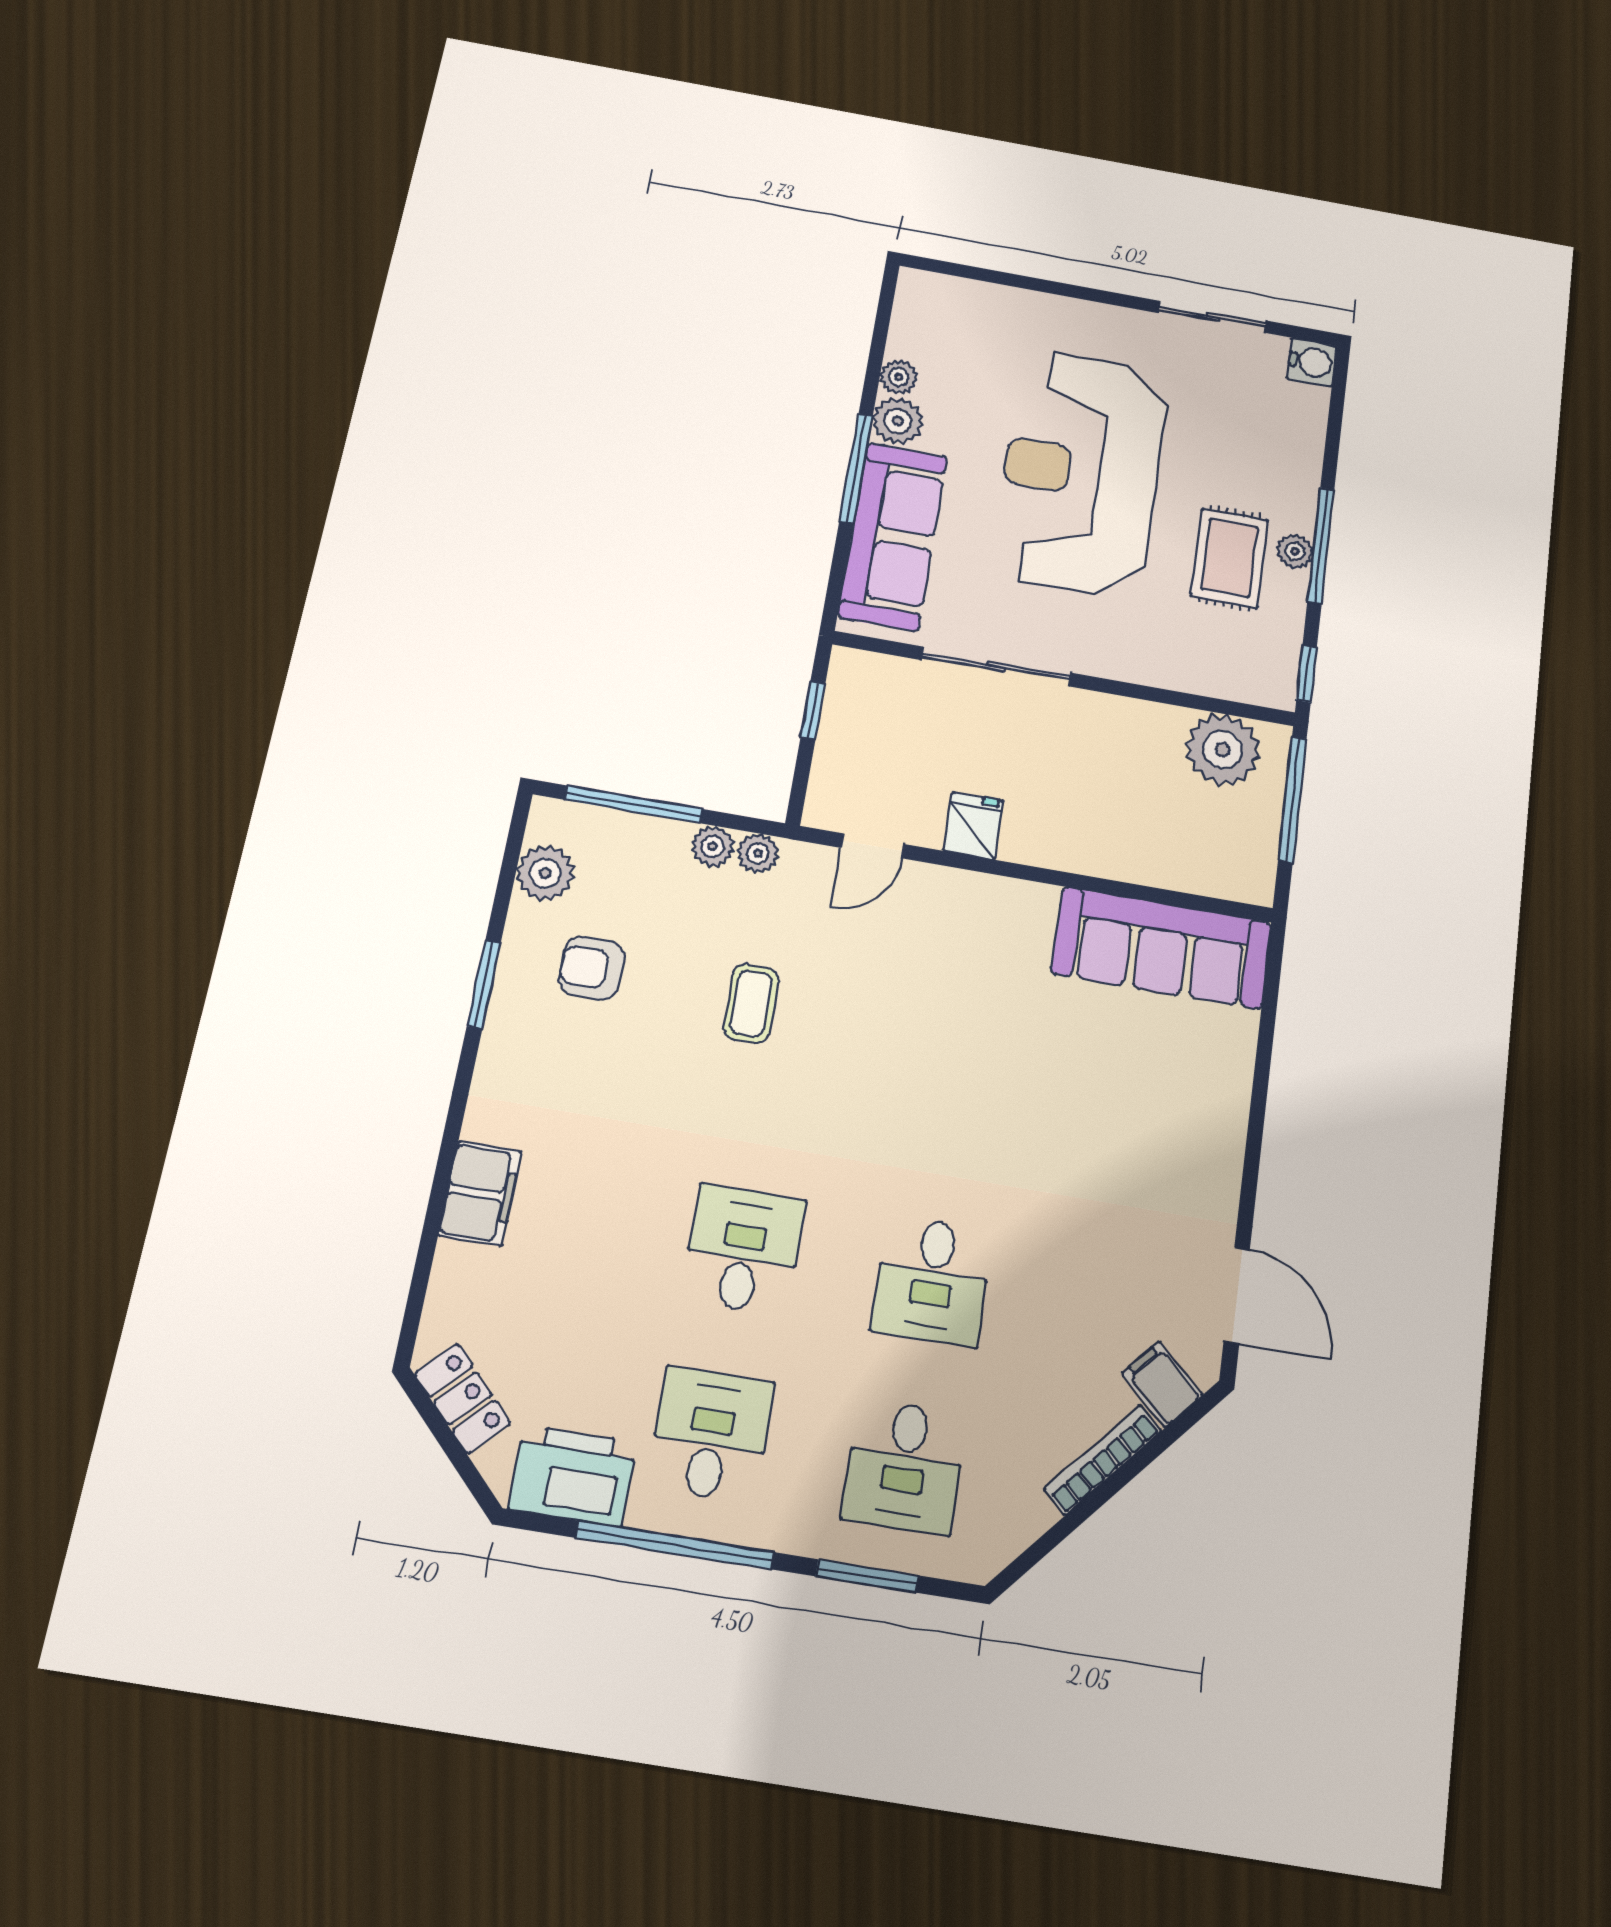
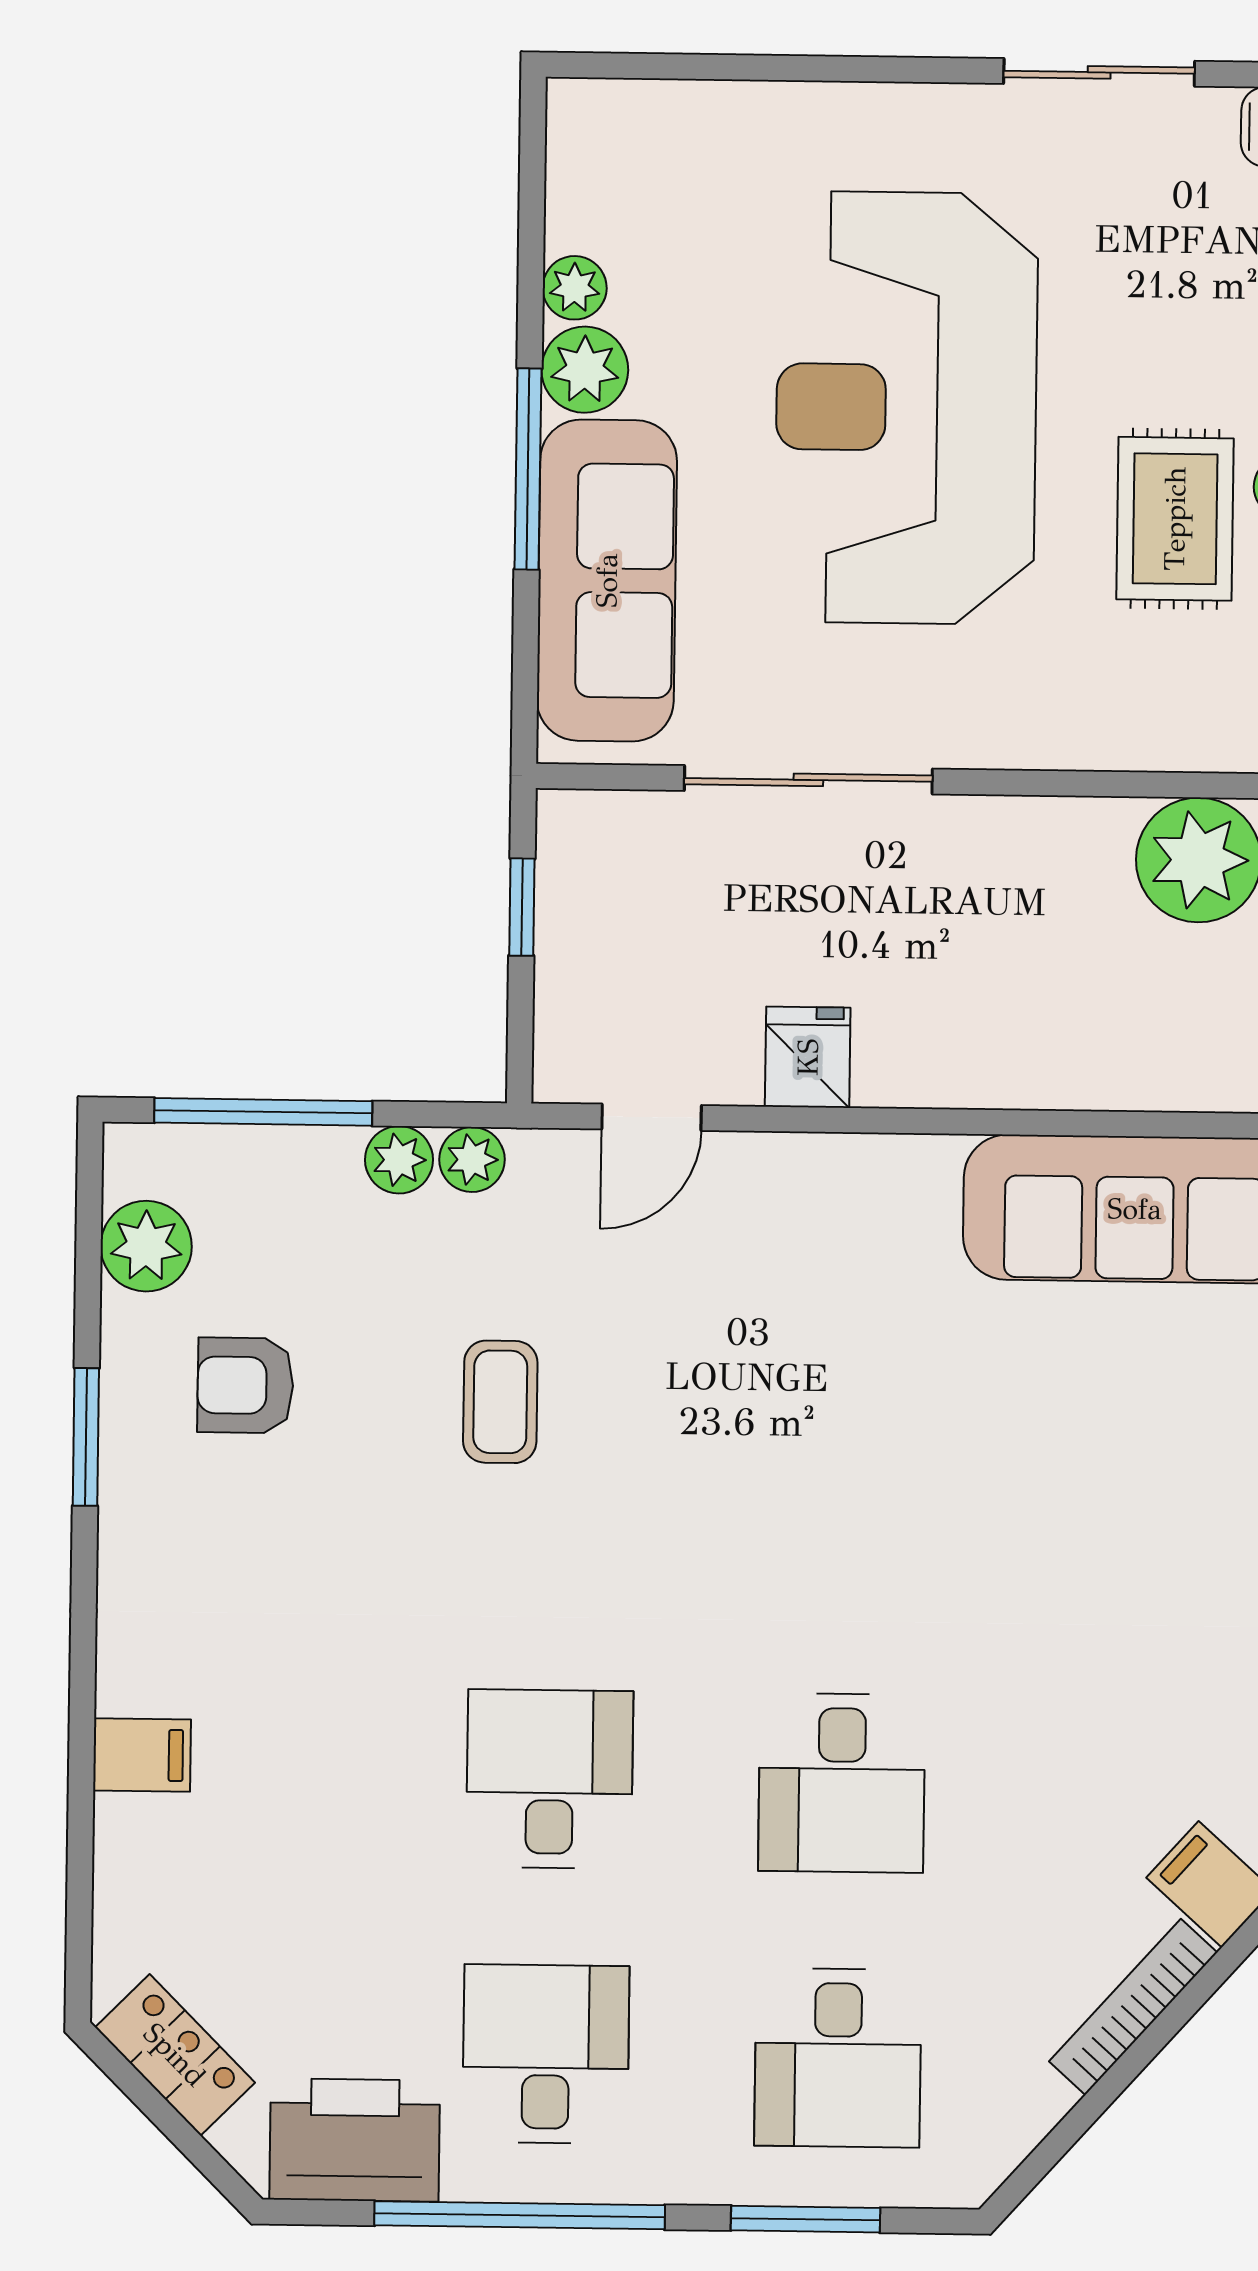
filing cabinet: (480, 1193) -> (142, 1755), width x0.50

